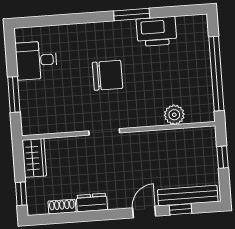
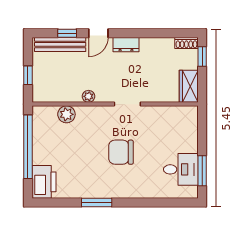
printer: (156, 31) -> (44, 182), moved, turned 90
window: (14, 95) -> (202, 171), moved
plant: (150, 138) -> (89, 96), added
dresser: (92, 203) -> (126, 45), moved
shoe rack: (62, 207) -> (186, 43), moved

